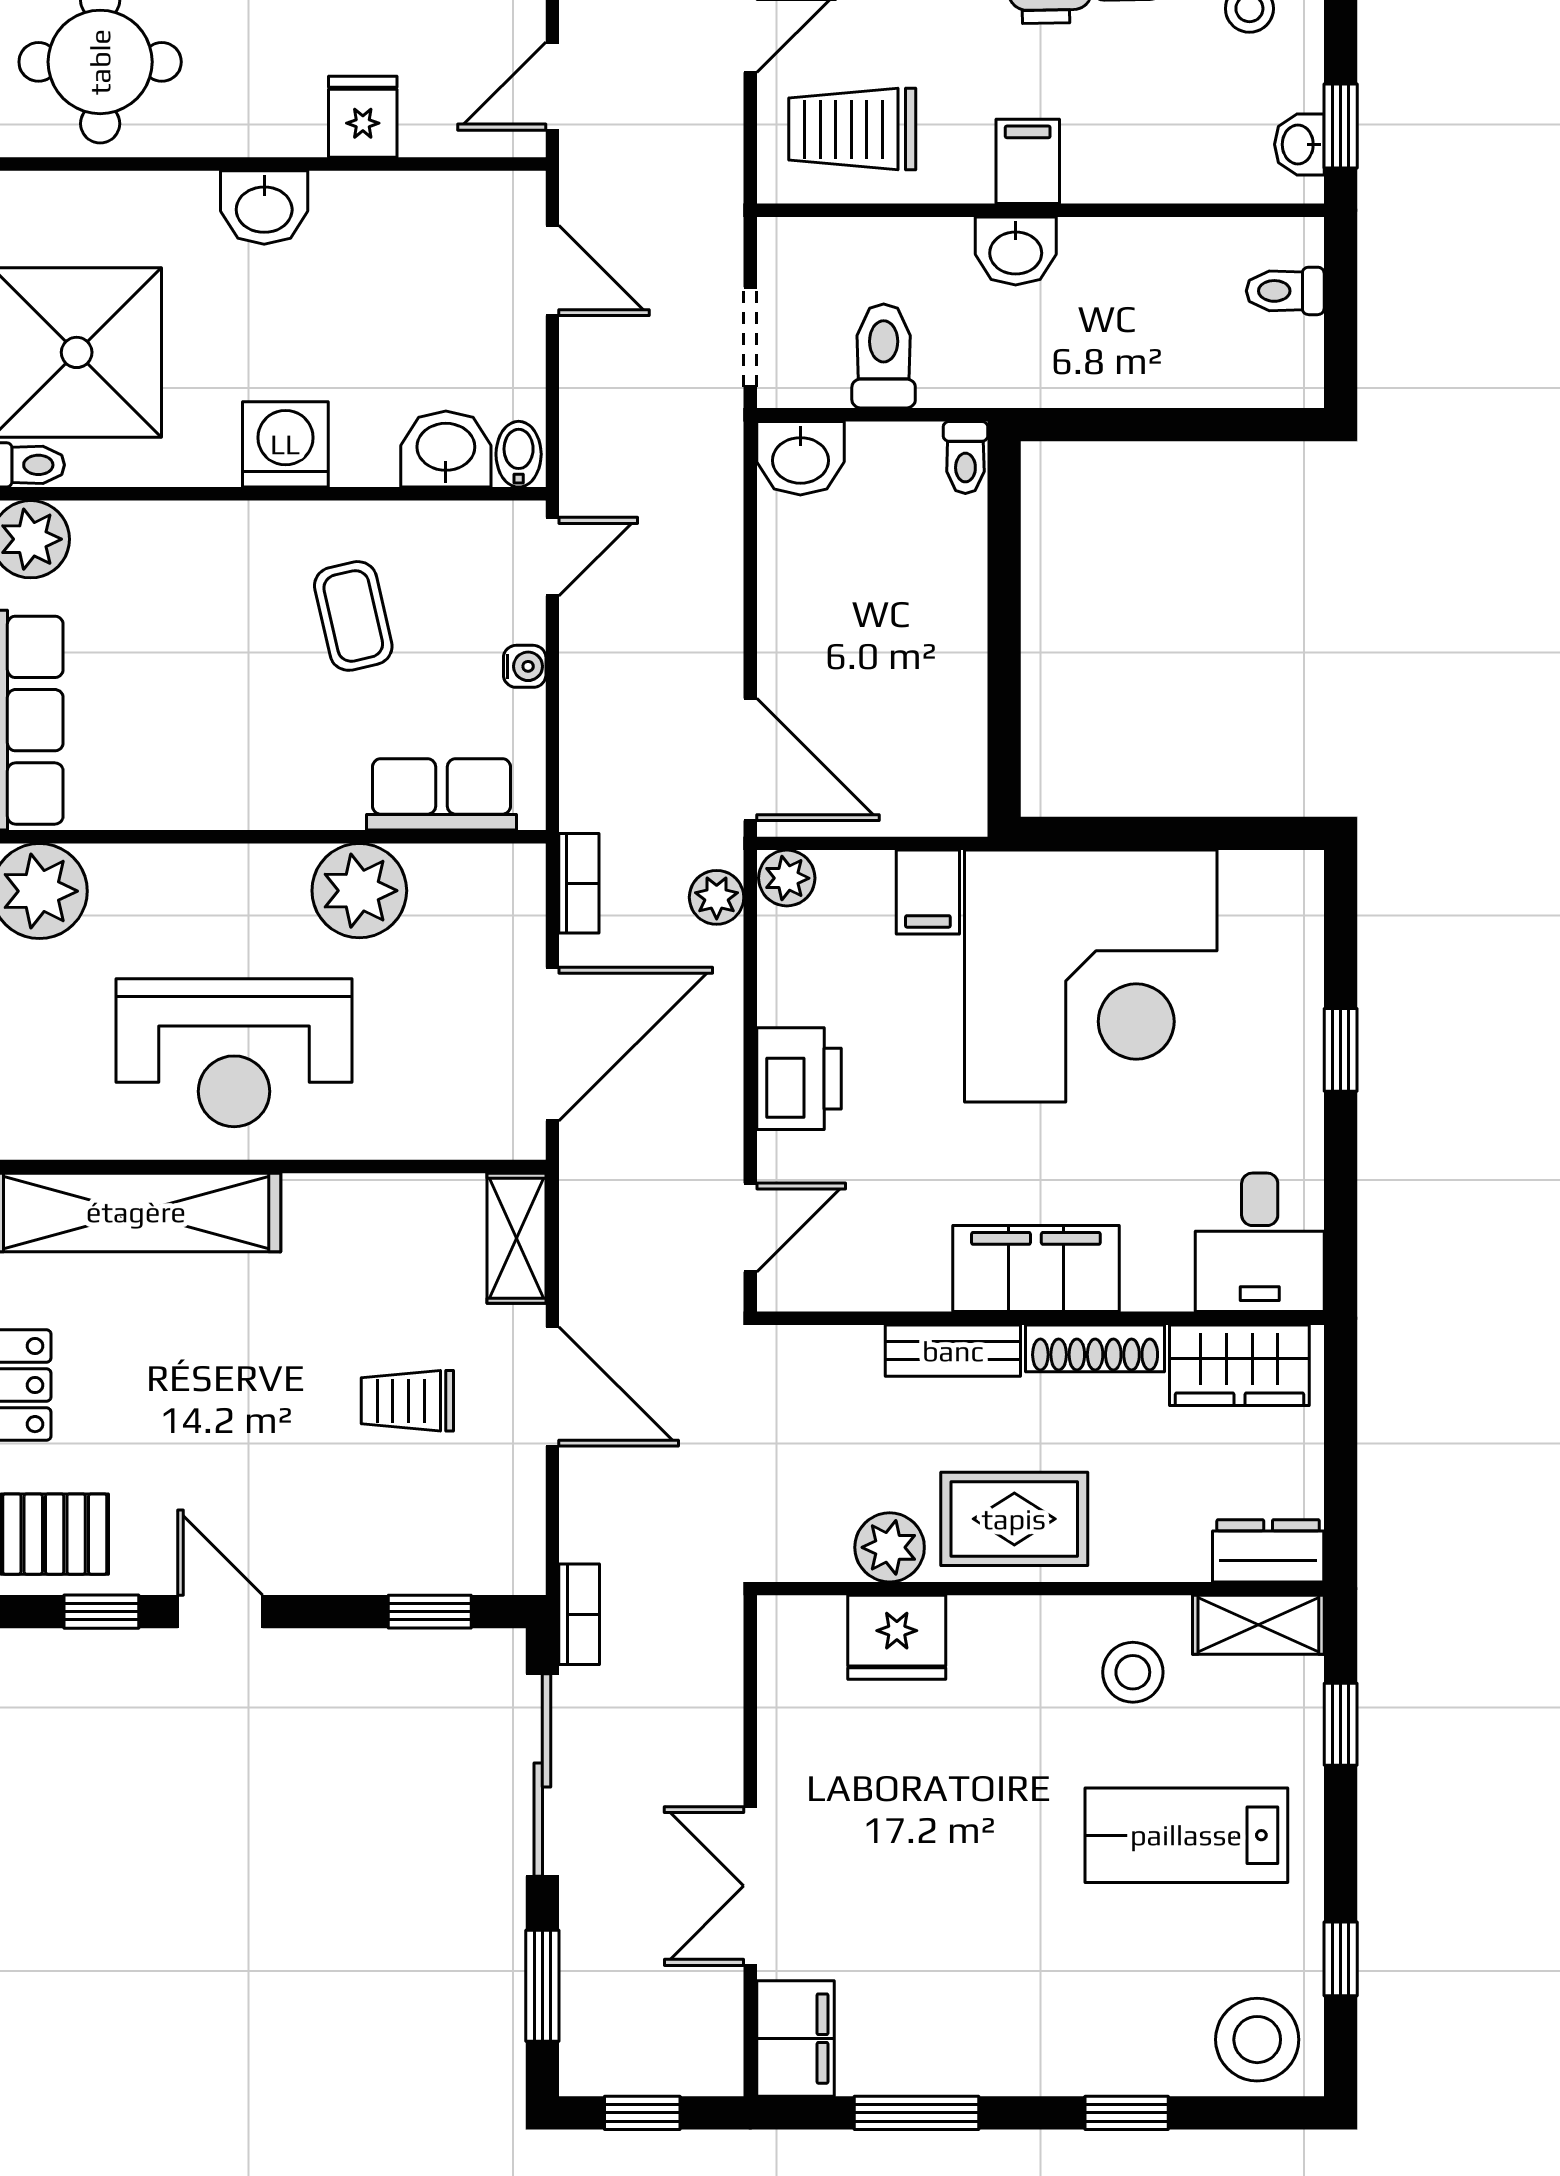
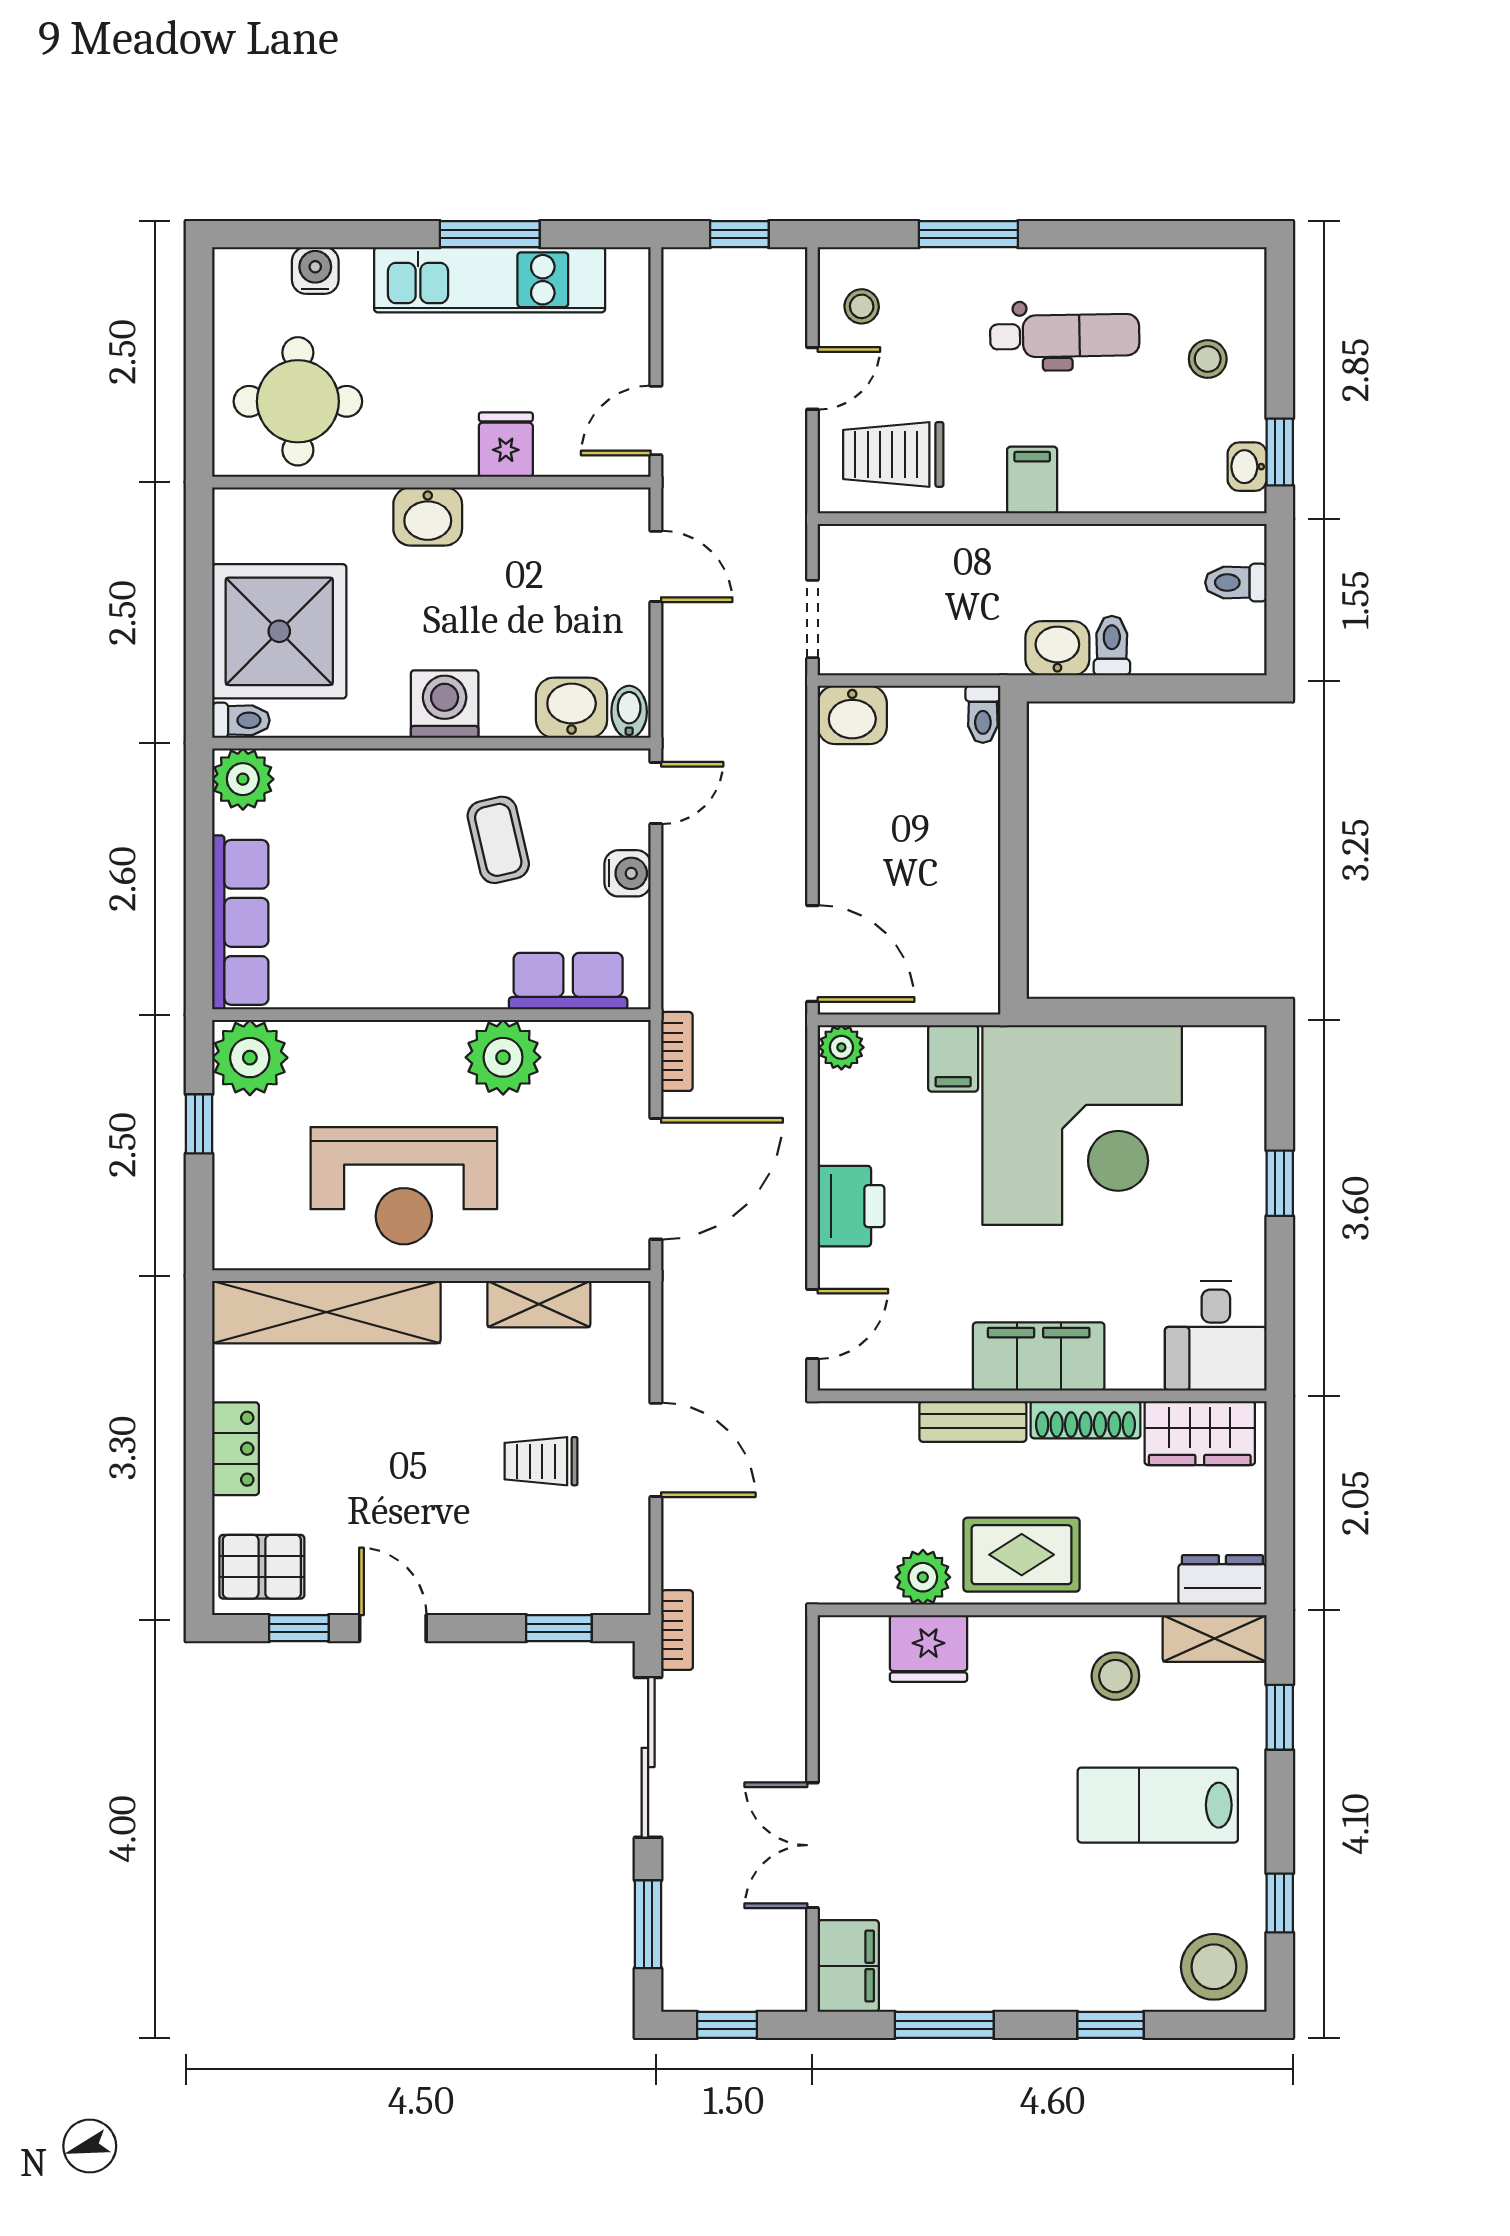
washbasin: (1016, 251) -> (1057, 648), moved, turned 180
toilet: (884, 356) -> (1112, 646), moved, width x0.73, depth x0.72
water cooler: (525, 666) -> (628, 873), width x1.38, depth x1.38
plant: (717, 897) -> (786, 1063), removed
shelving: (516, 1238) -> (539, 1304), moved, turned 90

